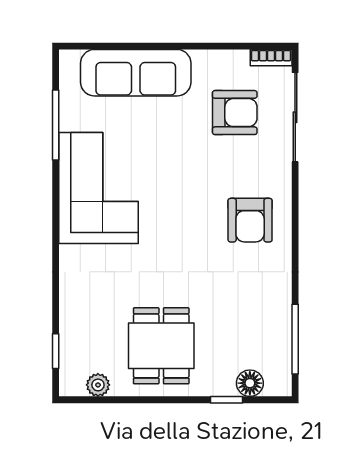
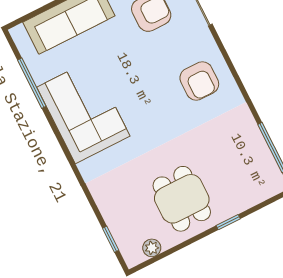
floor lamp: (250, 383) -> (256, 194), removed
window: (227, 400) -> (228, 222), moved

